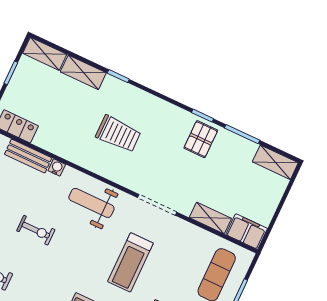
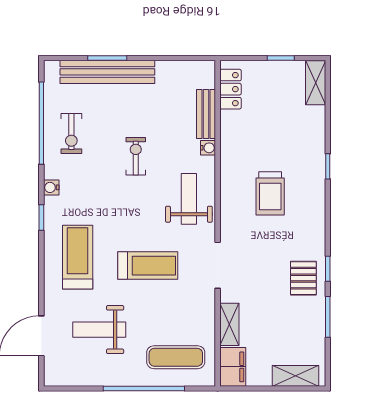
shelving: (83, 72) -> (315, 130), removed
pallet: (201, 139) -> (303, 278), turned 90
shelving: (275, 162) -> (295, 376), moved, turned 90
exercise bike: (36, 230) -> (136, 156), turned 180
treadmill: (130, 262) -> (148, 266), turned 180

